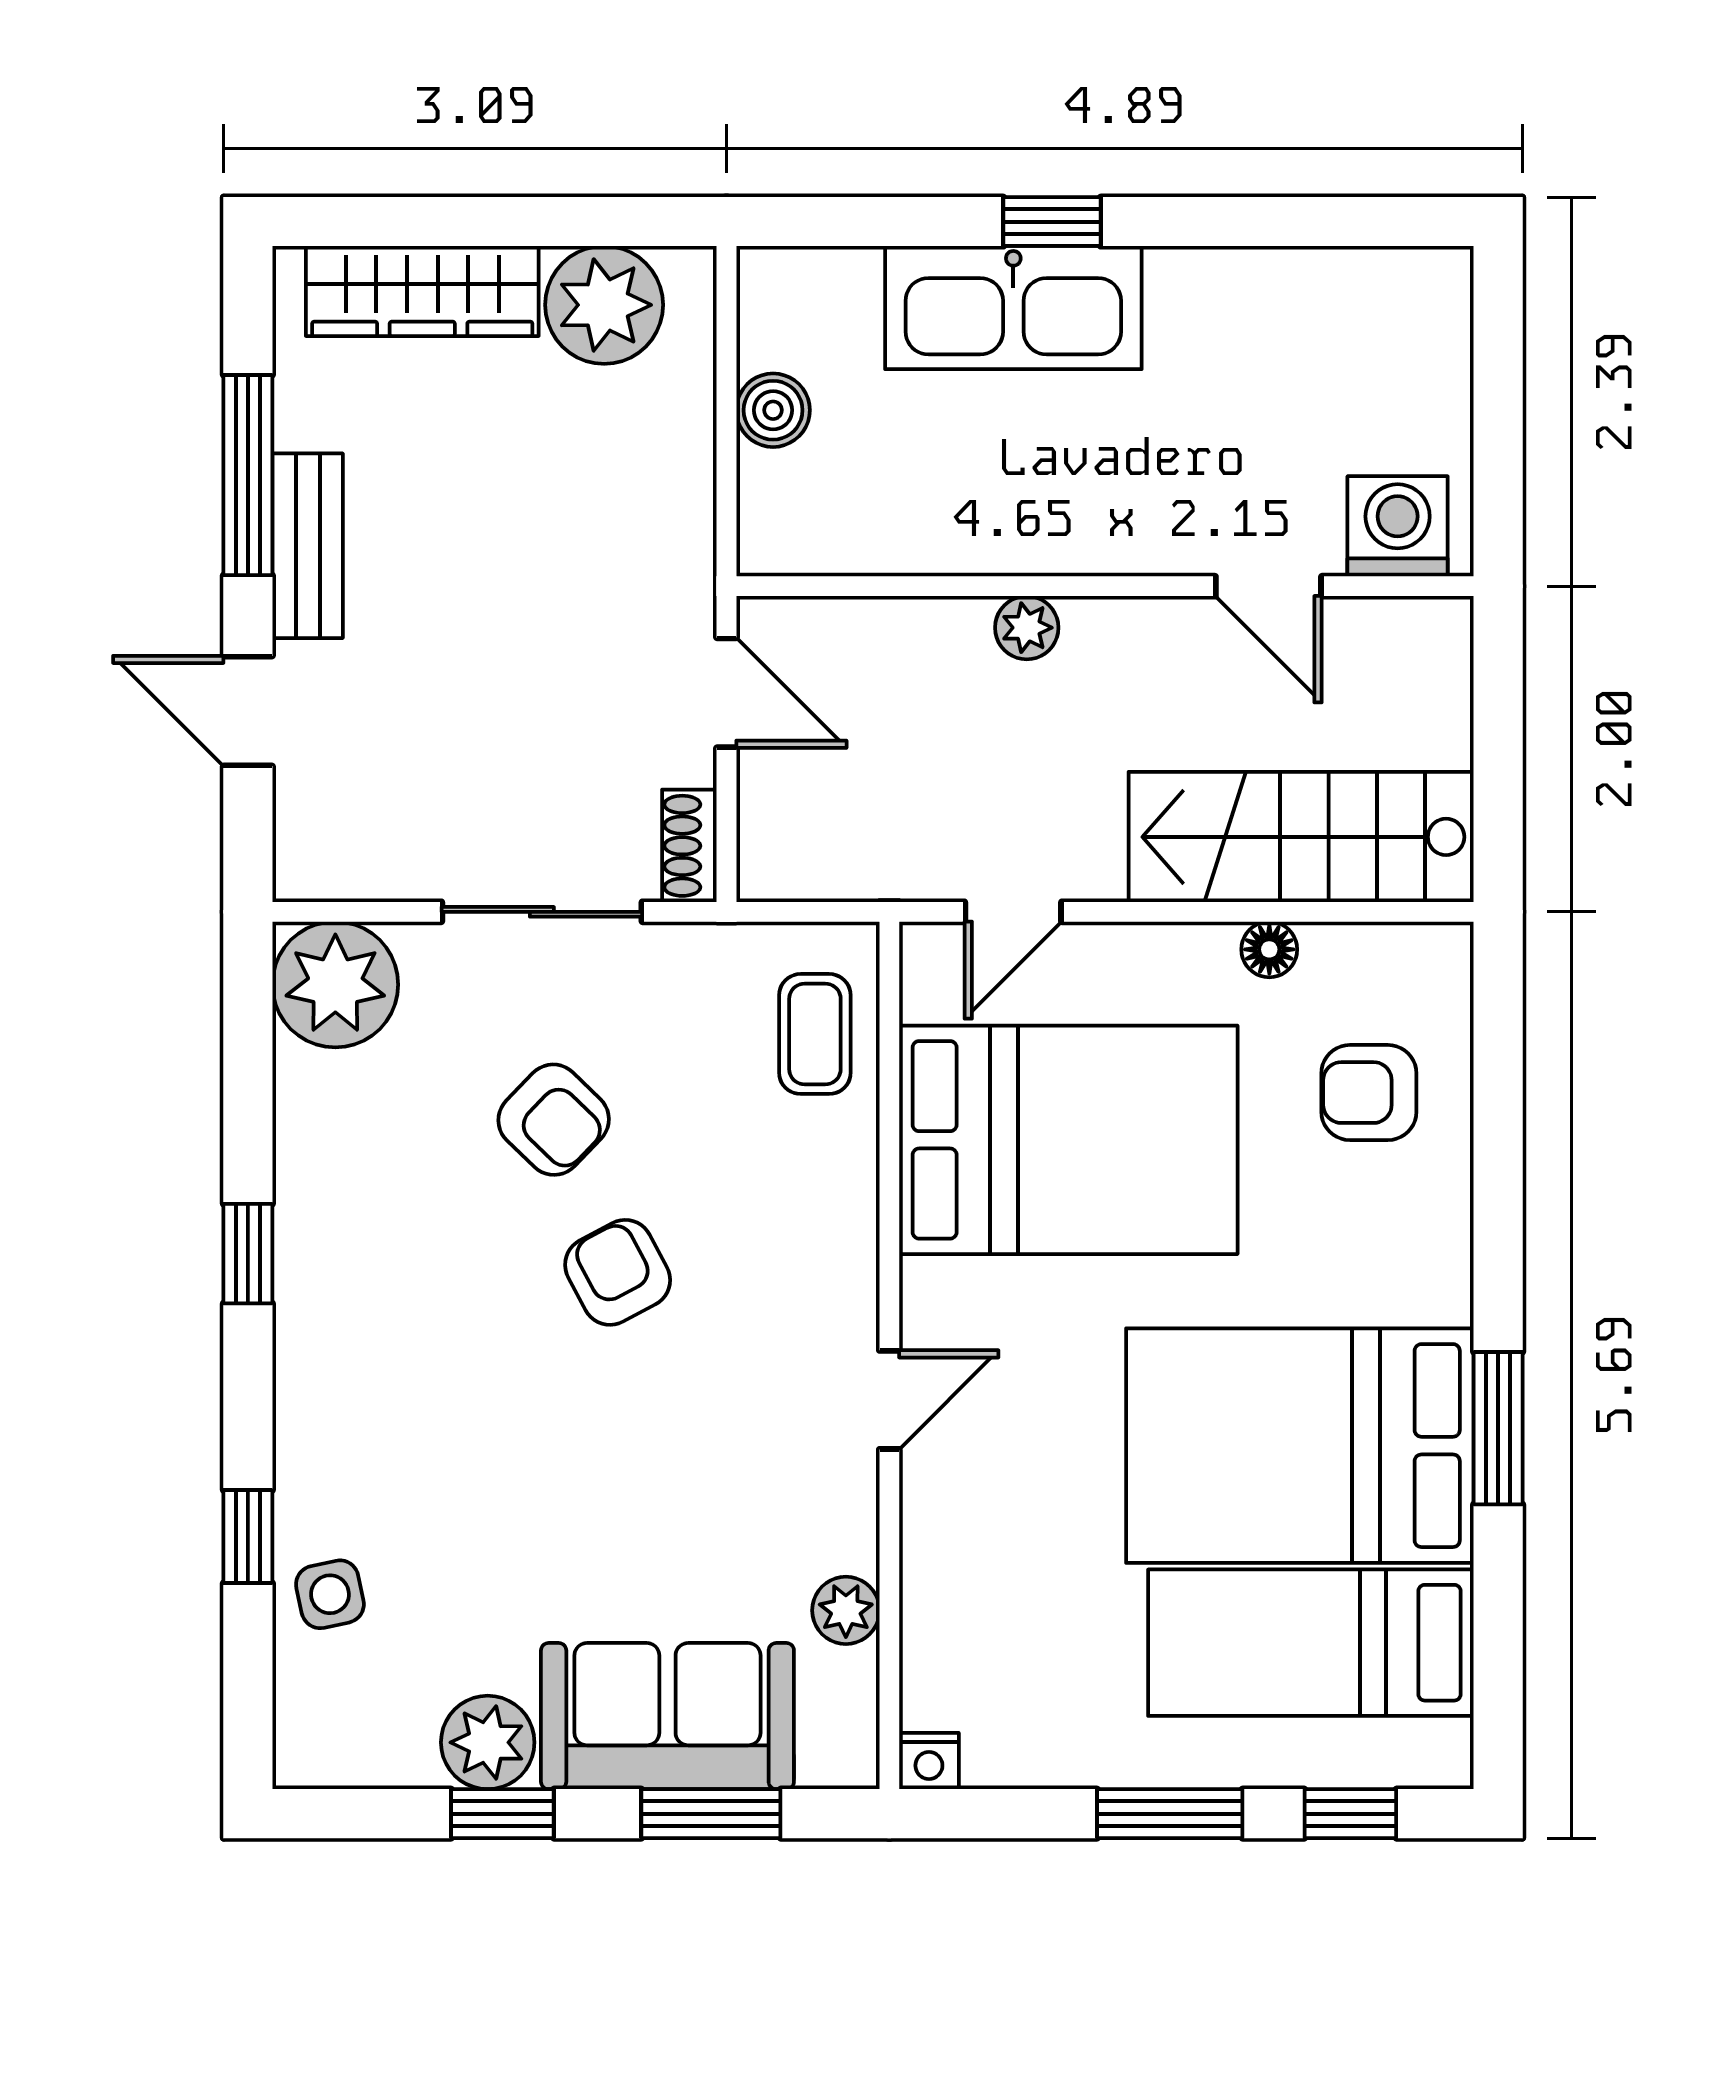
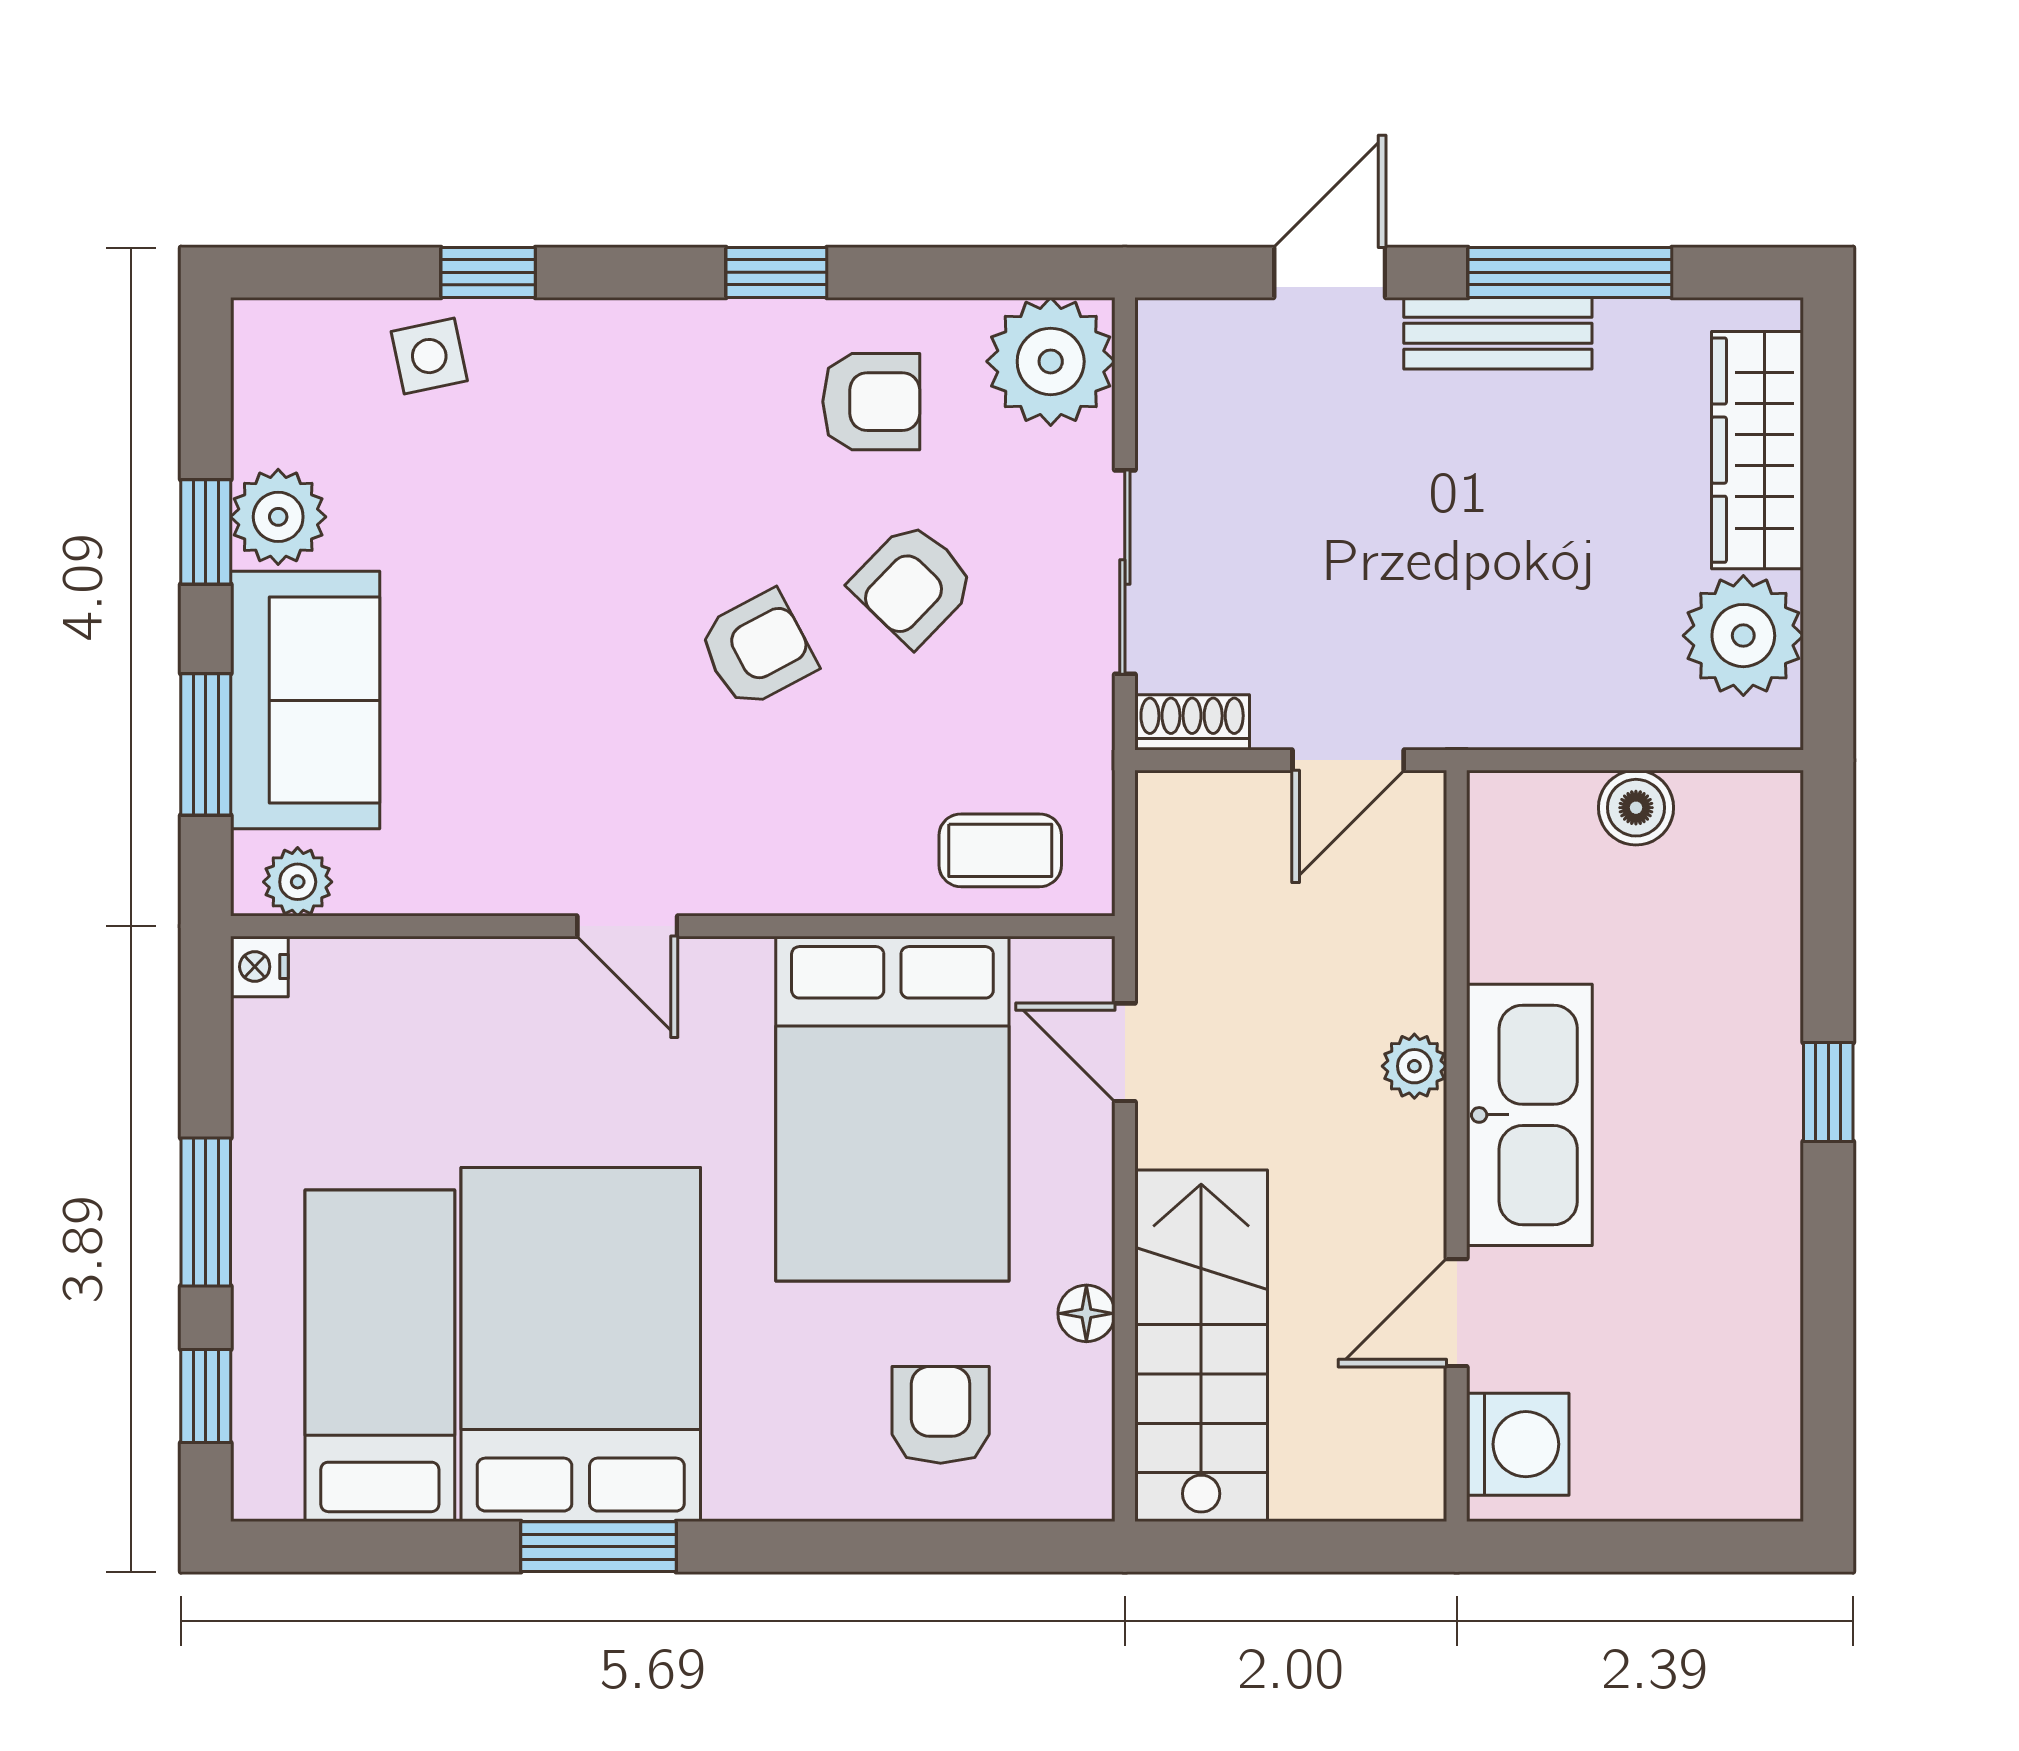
kitchen sink: (1013, 308) -> (1529, 1115), moved, turned 180
armchair: (375, 1161) -> (871, 402), added
plant: (846, 1610) -> (298, 882), moved

